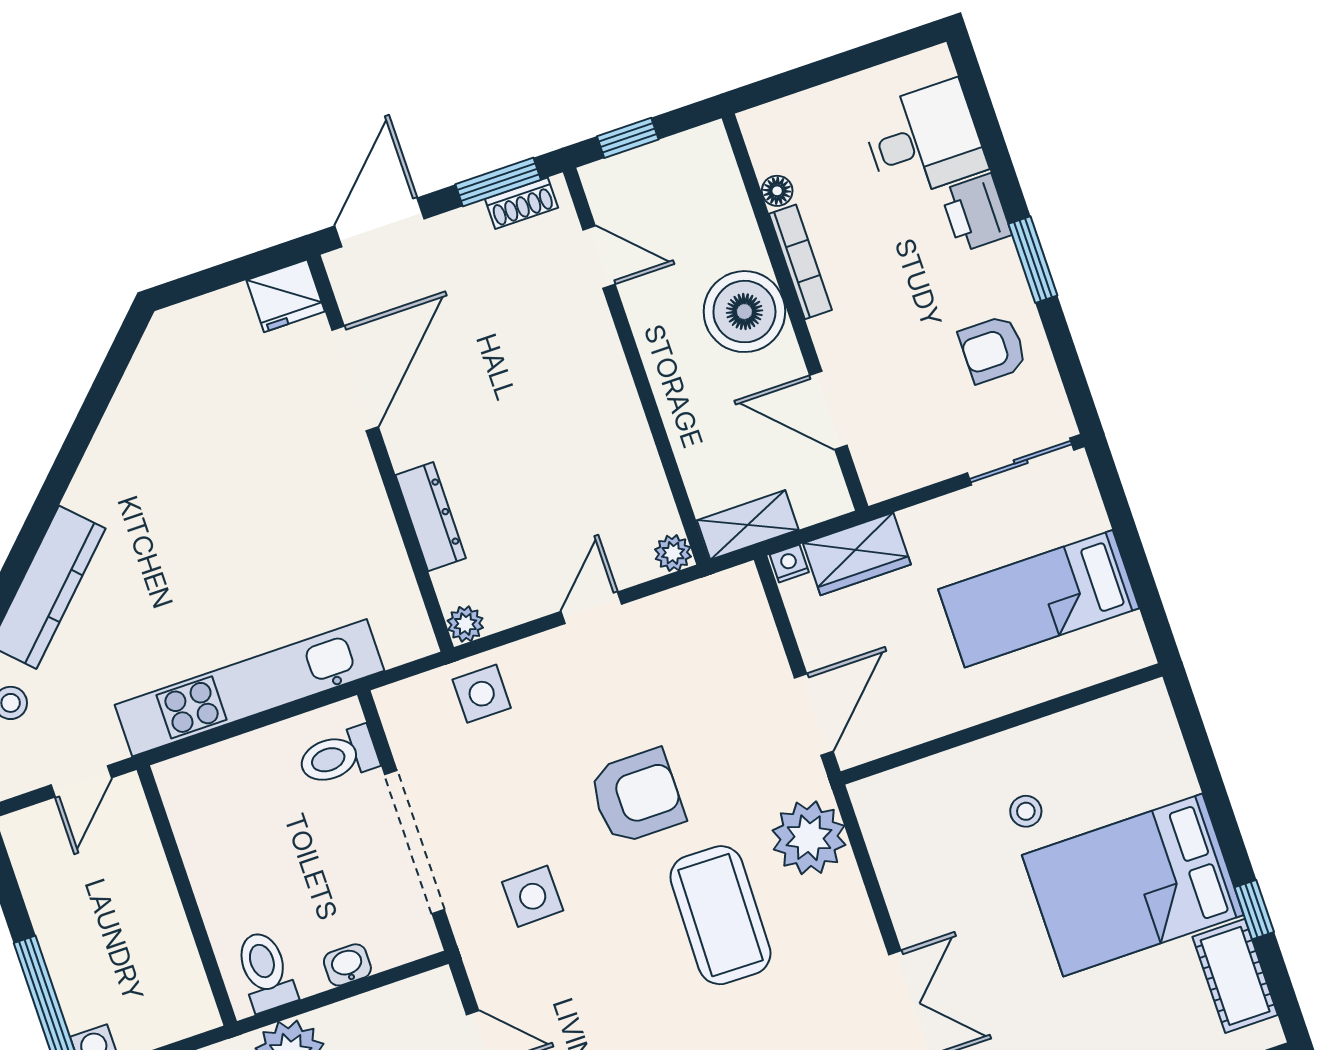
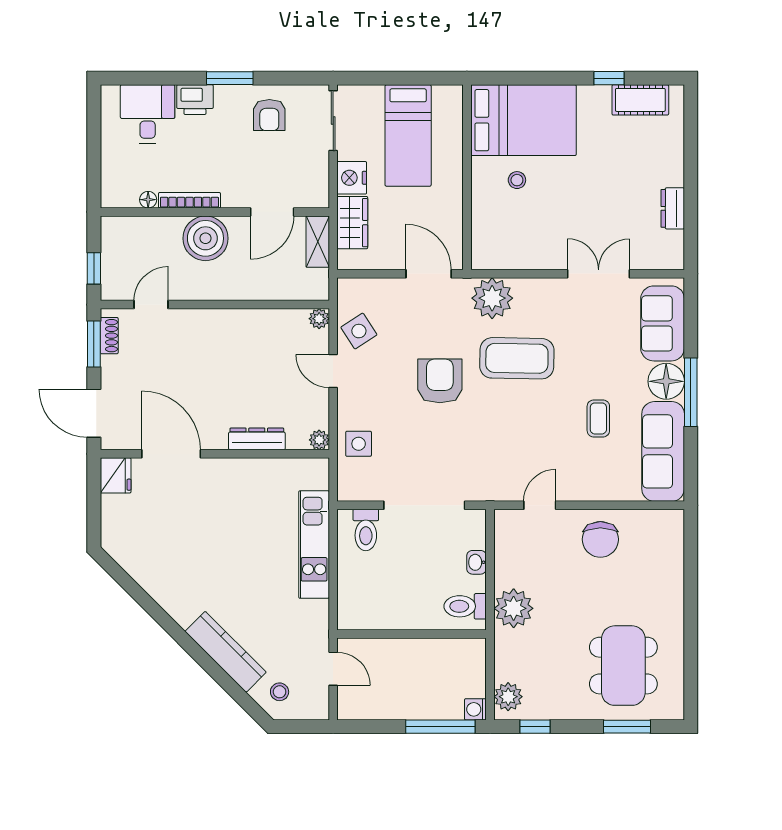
shelving: (748, 525) -> (318, 242), moved
nightstand: (789, 563) -> (352, 178), moved, width x1.89, depth x1.79
kitchen unit: (249, 688) -> (314, 545), width x0.73
bed: (1133, 885) -> (523, 120), moved, turned -90
side table: (533, 896) -> (359, 331), moved, turned -32

